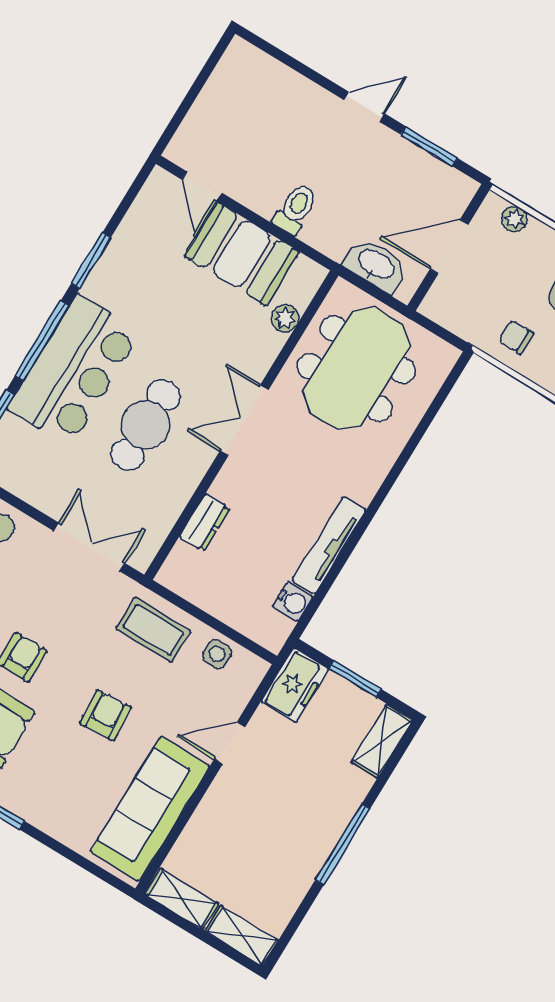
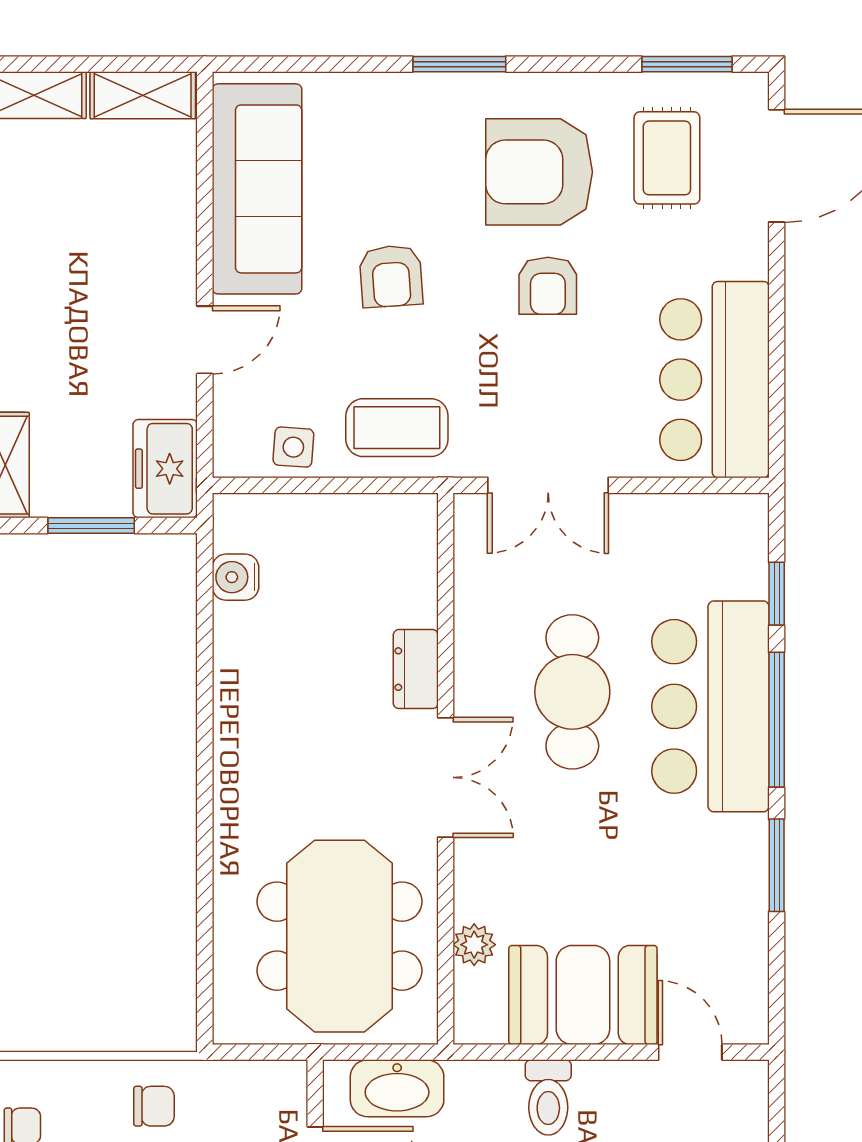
dresser: (205, 522) -> (416, 669), moved
tv unit: (329, 545) -> (233, 681), removed

